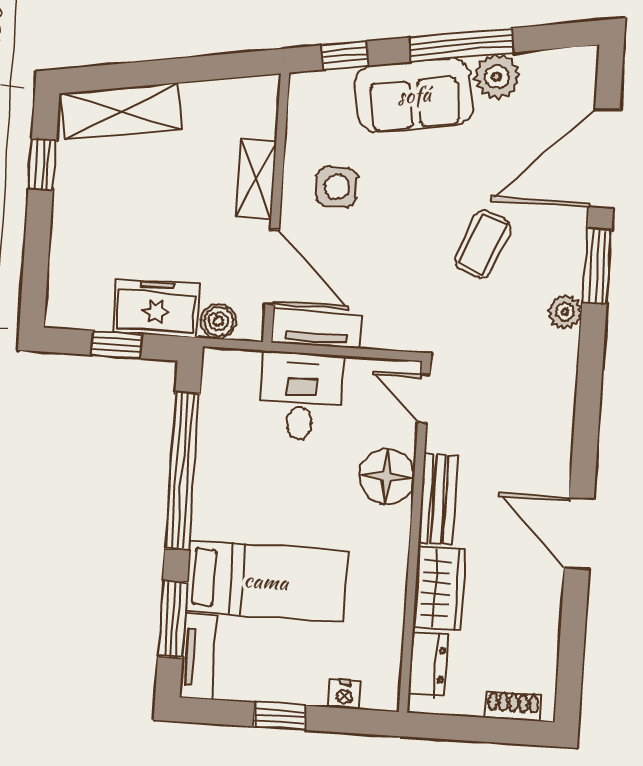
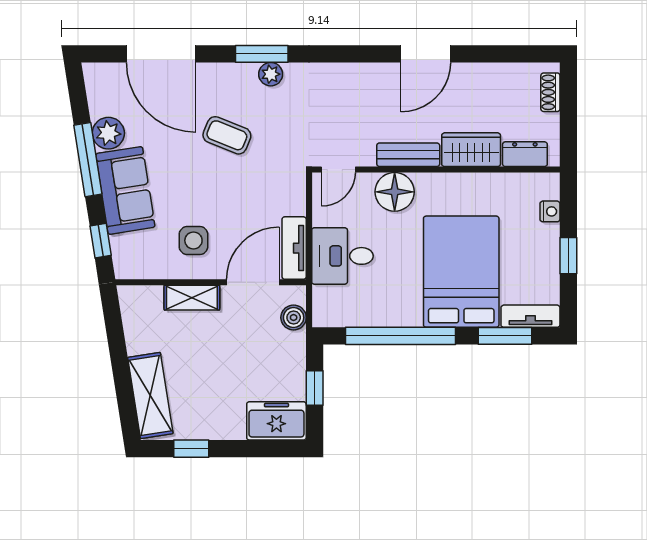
window: (597, 266) -> (262, 54), moved
freezer: (156, 308) -> (276, 421), moved, turned 90
bed: (266, 581) -> (461, 272), width x1.50

